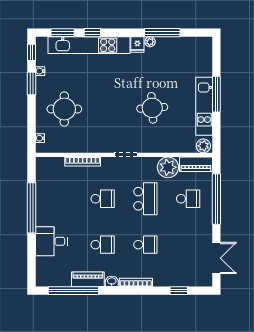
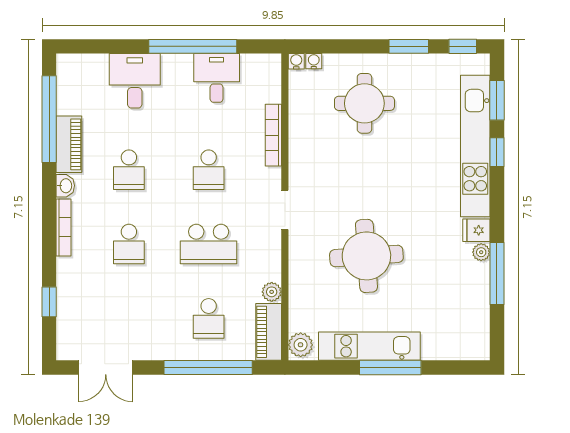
water cooler: (40, 71) -> (296, 61), moved
round table: (152, 108) -> (366, 256), width x1.36, depth x1.36
plant: (168, 167) -> (272, 292), width x0.53, depth x0.53
desk: (50, 194) -> (217, 78), added

